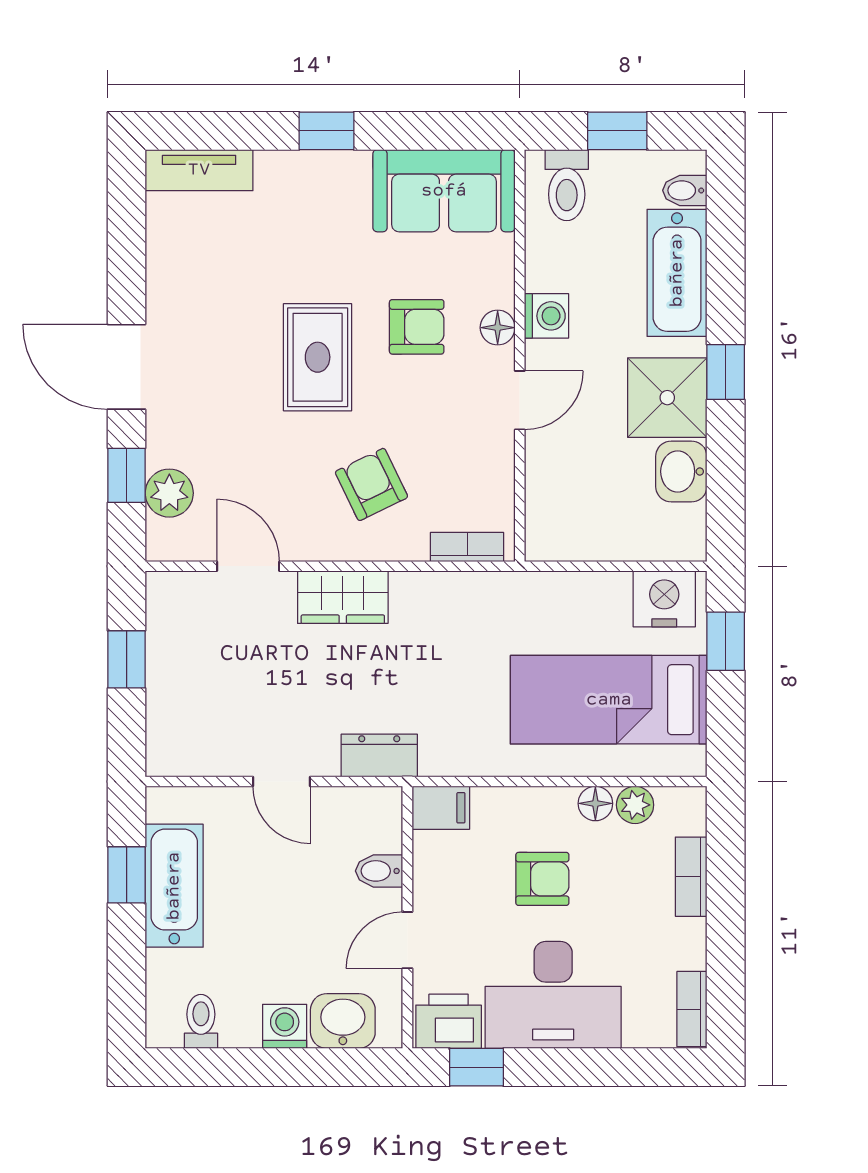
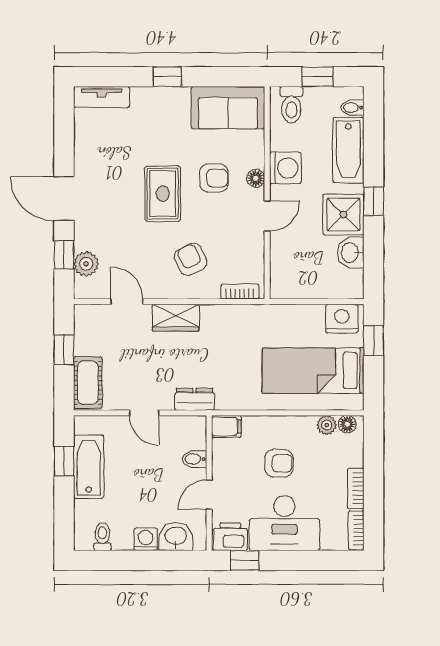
washing machine: (547, 316) -> (285, 168), width x1.38, depth x1.38
cot: (173, 723) -> (88, 383), added
floor lamp: (595, 803) -> (347, 424), moved
bookcase: (691, 877) -> (356, 489), moved

